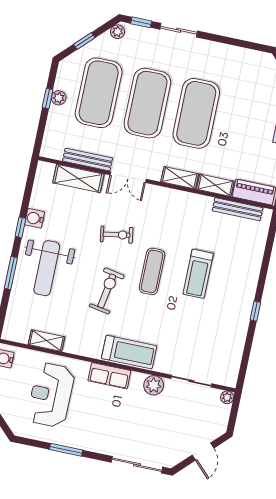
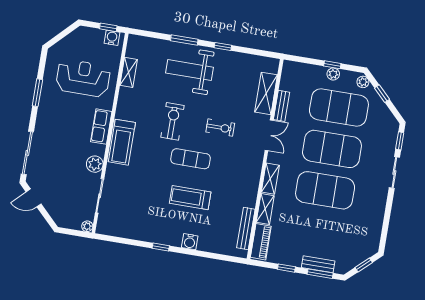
plant: (118, 32) -> (363, 82), moved
bench: (88, 159) -> (282, 106), width x0.73
double door: (128, 177) -> (269, 135), swing flipped
water cooler: (35, 218) -> (190, 242), moved, turned 180
exercise bike: (117, 235) -> (220, 128), turned -81
exercise bike: (107, 291) -> (173, 121), turned -100
door: (203, 452) -> (34, 198), moved

